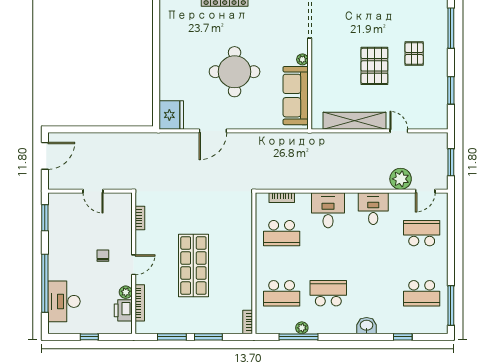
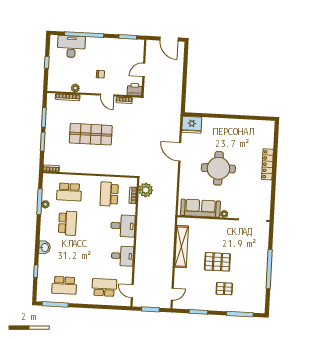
door: (399, 131) -> (172, 294), moved
plant: (401, 179) -> (146, 190), moved
school desk: (422, 233) -> (104, 287), turned -90
door: (134, 265) -> (107, 95), moved
school desk: (282, 293) -> (69, 192), turned -90
school desk: (422, 293) -> (64, 285), turned -90
printer: (123, 310) -> (135, 90), moved

